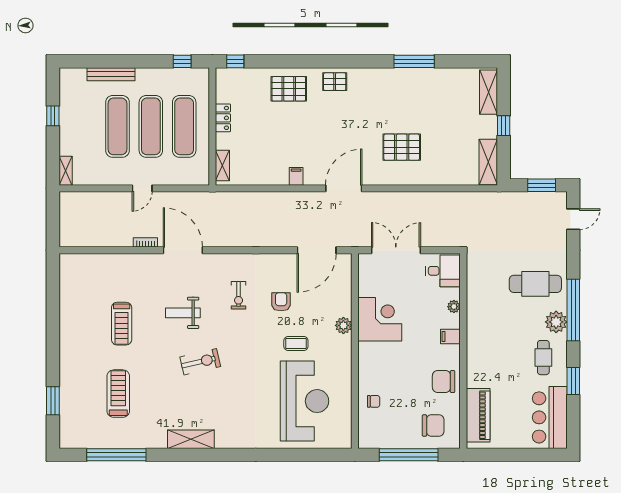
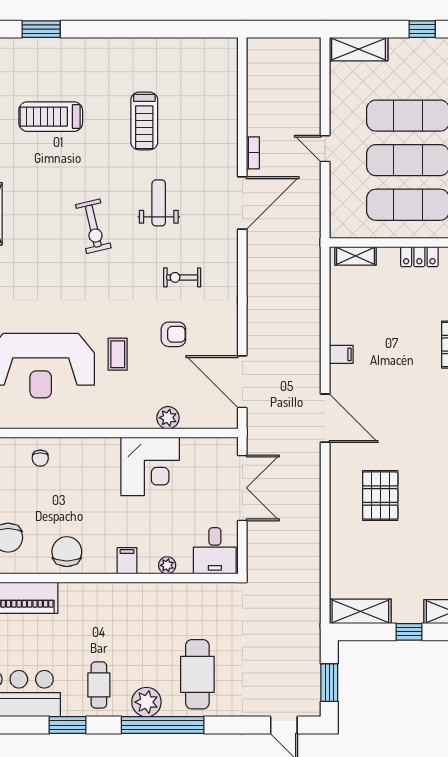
shelving: (66, 171) -> (359, 49), width x1.50, depth x1.33
treadmill: (122, 324) -> (144, 121), turned -90
plant: (343, 325) -> (168, 418), moved
cafe table: (543, 358) -> (99, 685), turned 90
treadmill: (118, 394) -> (51, 117), turned 180

